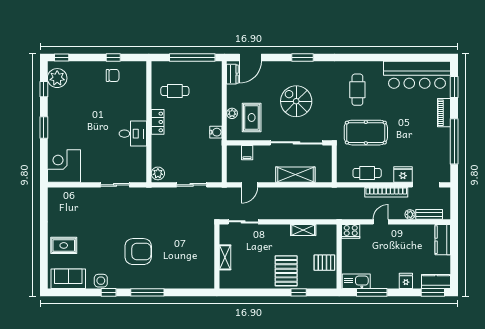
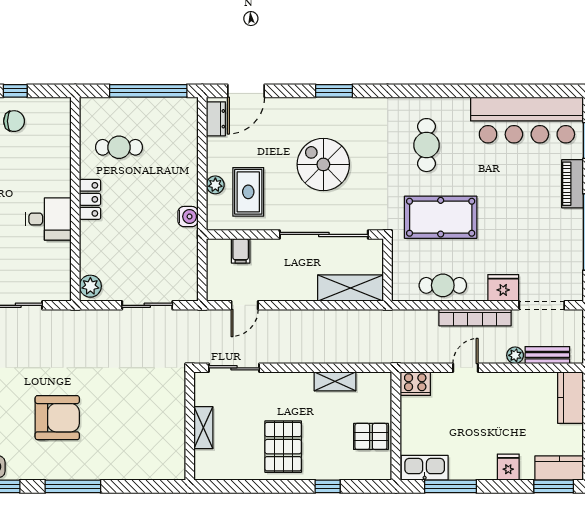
shelving: (295, 175) -> (351, 288), moved
pallet: (286, 271) -> (283, 447), moved

